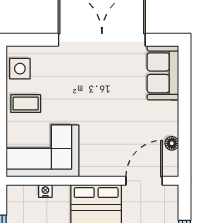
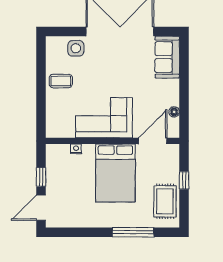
side table: (20, 69) -> (76, 48), moved
corner sofa: (43, 151) -> (104, 118), moved

